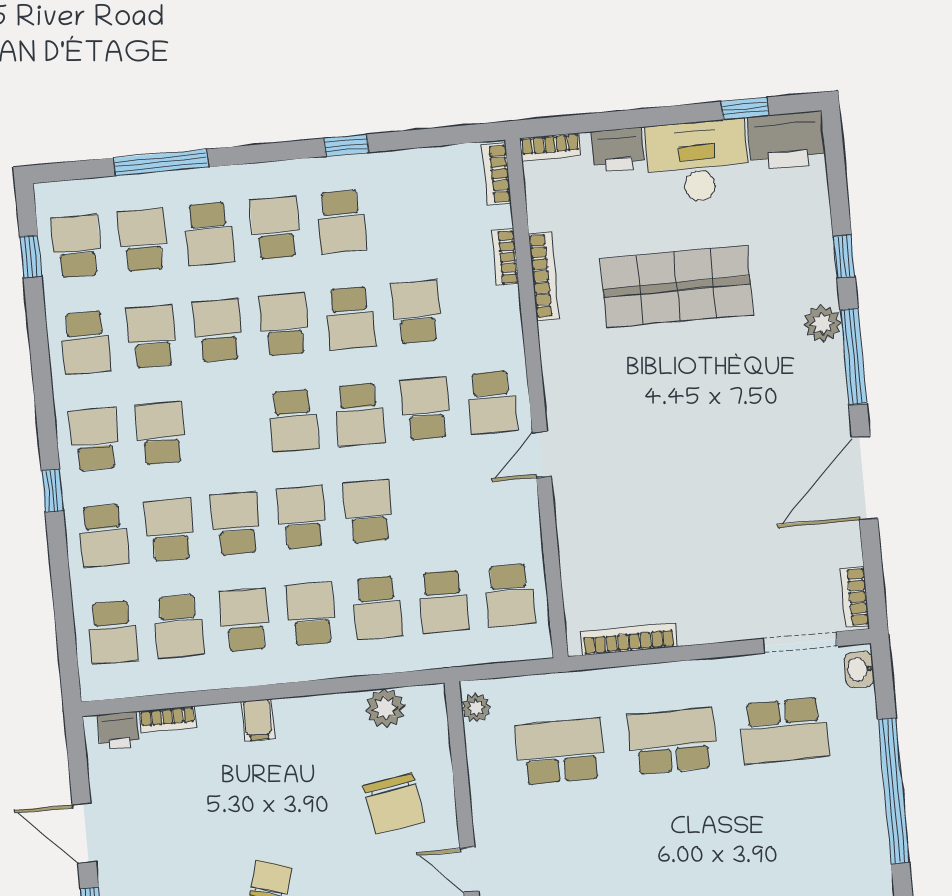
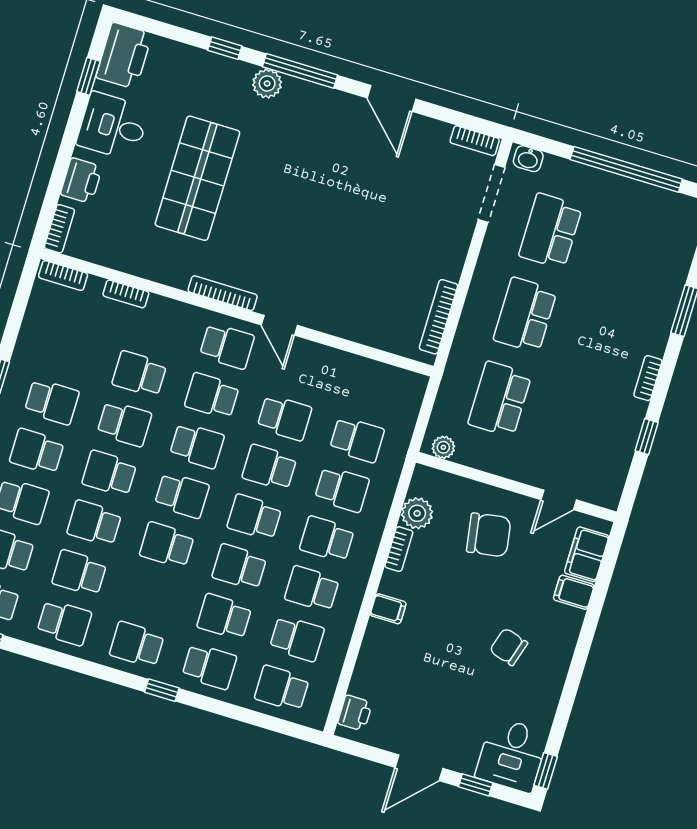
desk: (698, 161) -> (113, 126), width x0.73
bookcase: (544, 276) -> (223, 293), moved
school desk: (161, 433) -> (167, 545), moved
door: (865, 478) -> (392, 98), width x0.73
school desk: (510, 595) -> (284, 418), moved
school desk: (112, 632) -> (282, 688), turned 180
bookcase: (168, 719) -> (399, 549), moved
school desk: (784, 731) -> (551, 231), turned 180

